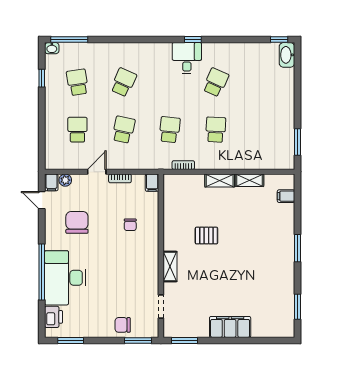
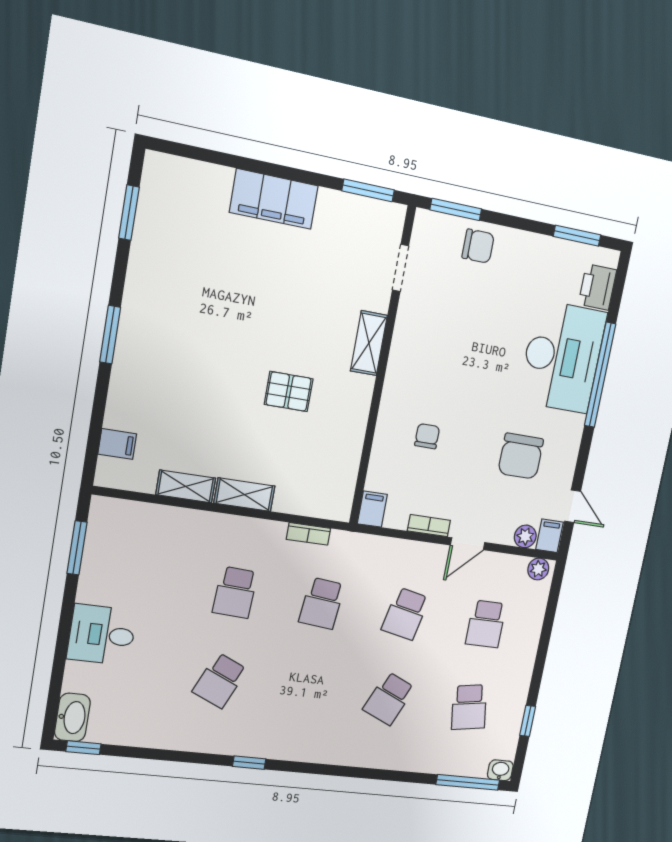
desk: (187, 58) -> (102, 635), moved, turned 90
plant: (54, 163) -> (538, 569), added

